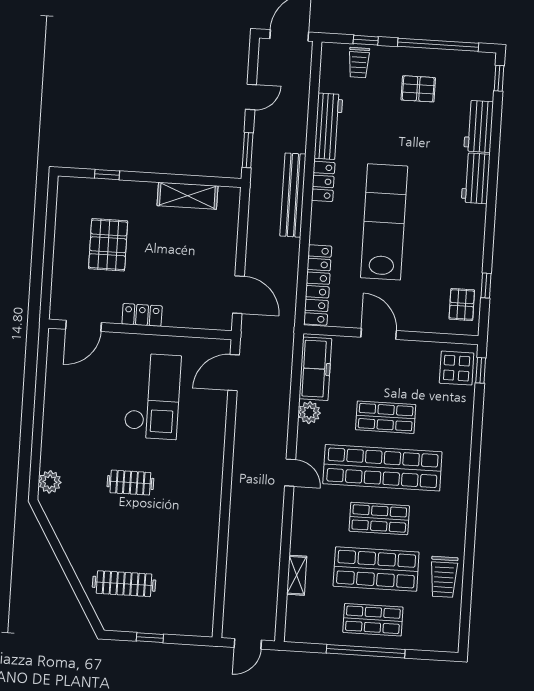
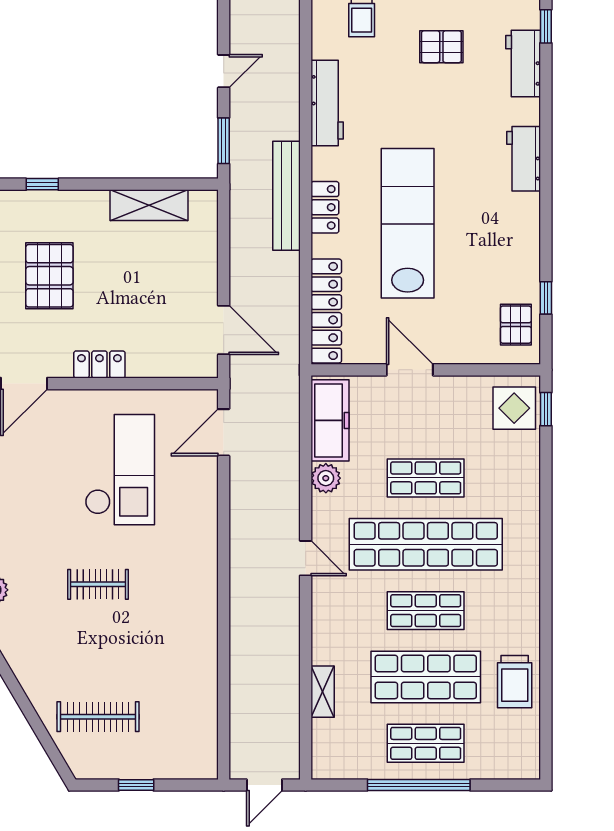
workbench: (479, 126) -> (523, 63), moved
locker: (323, 181) -> (325, 207), moved

